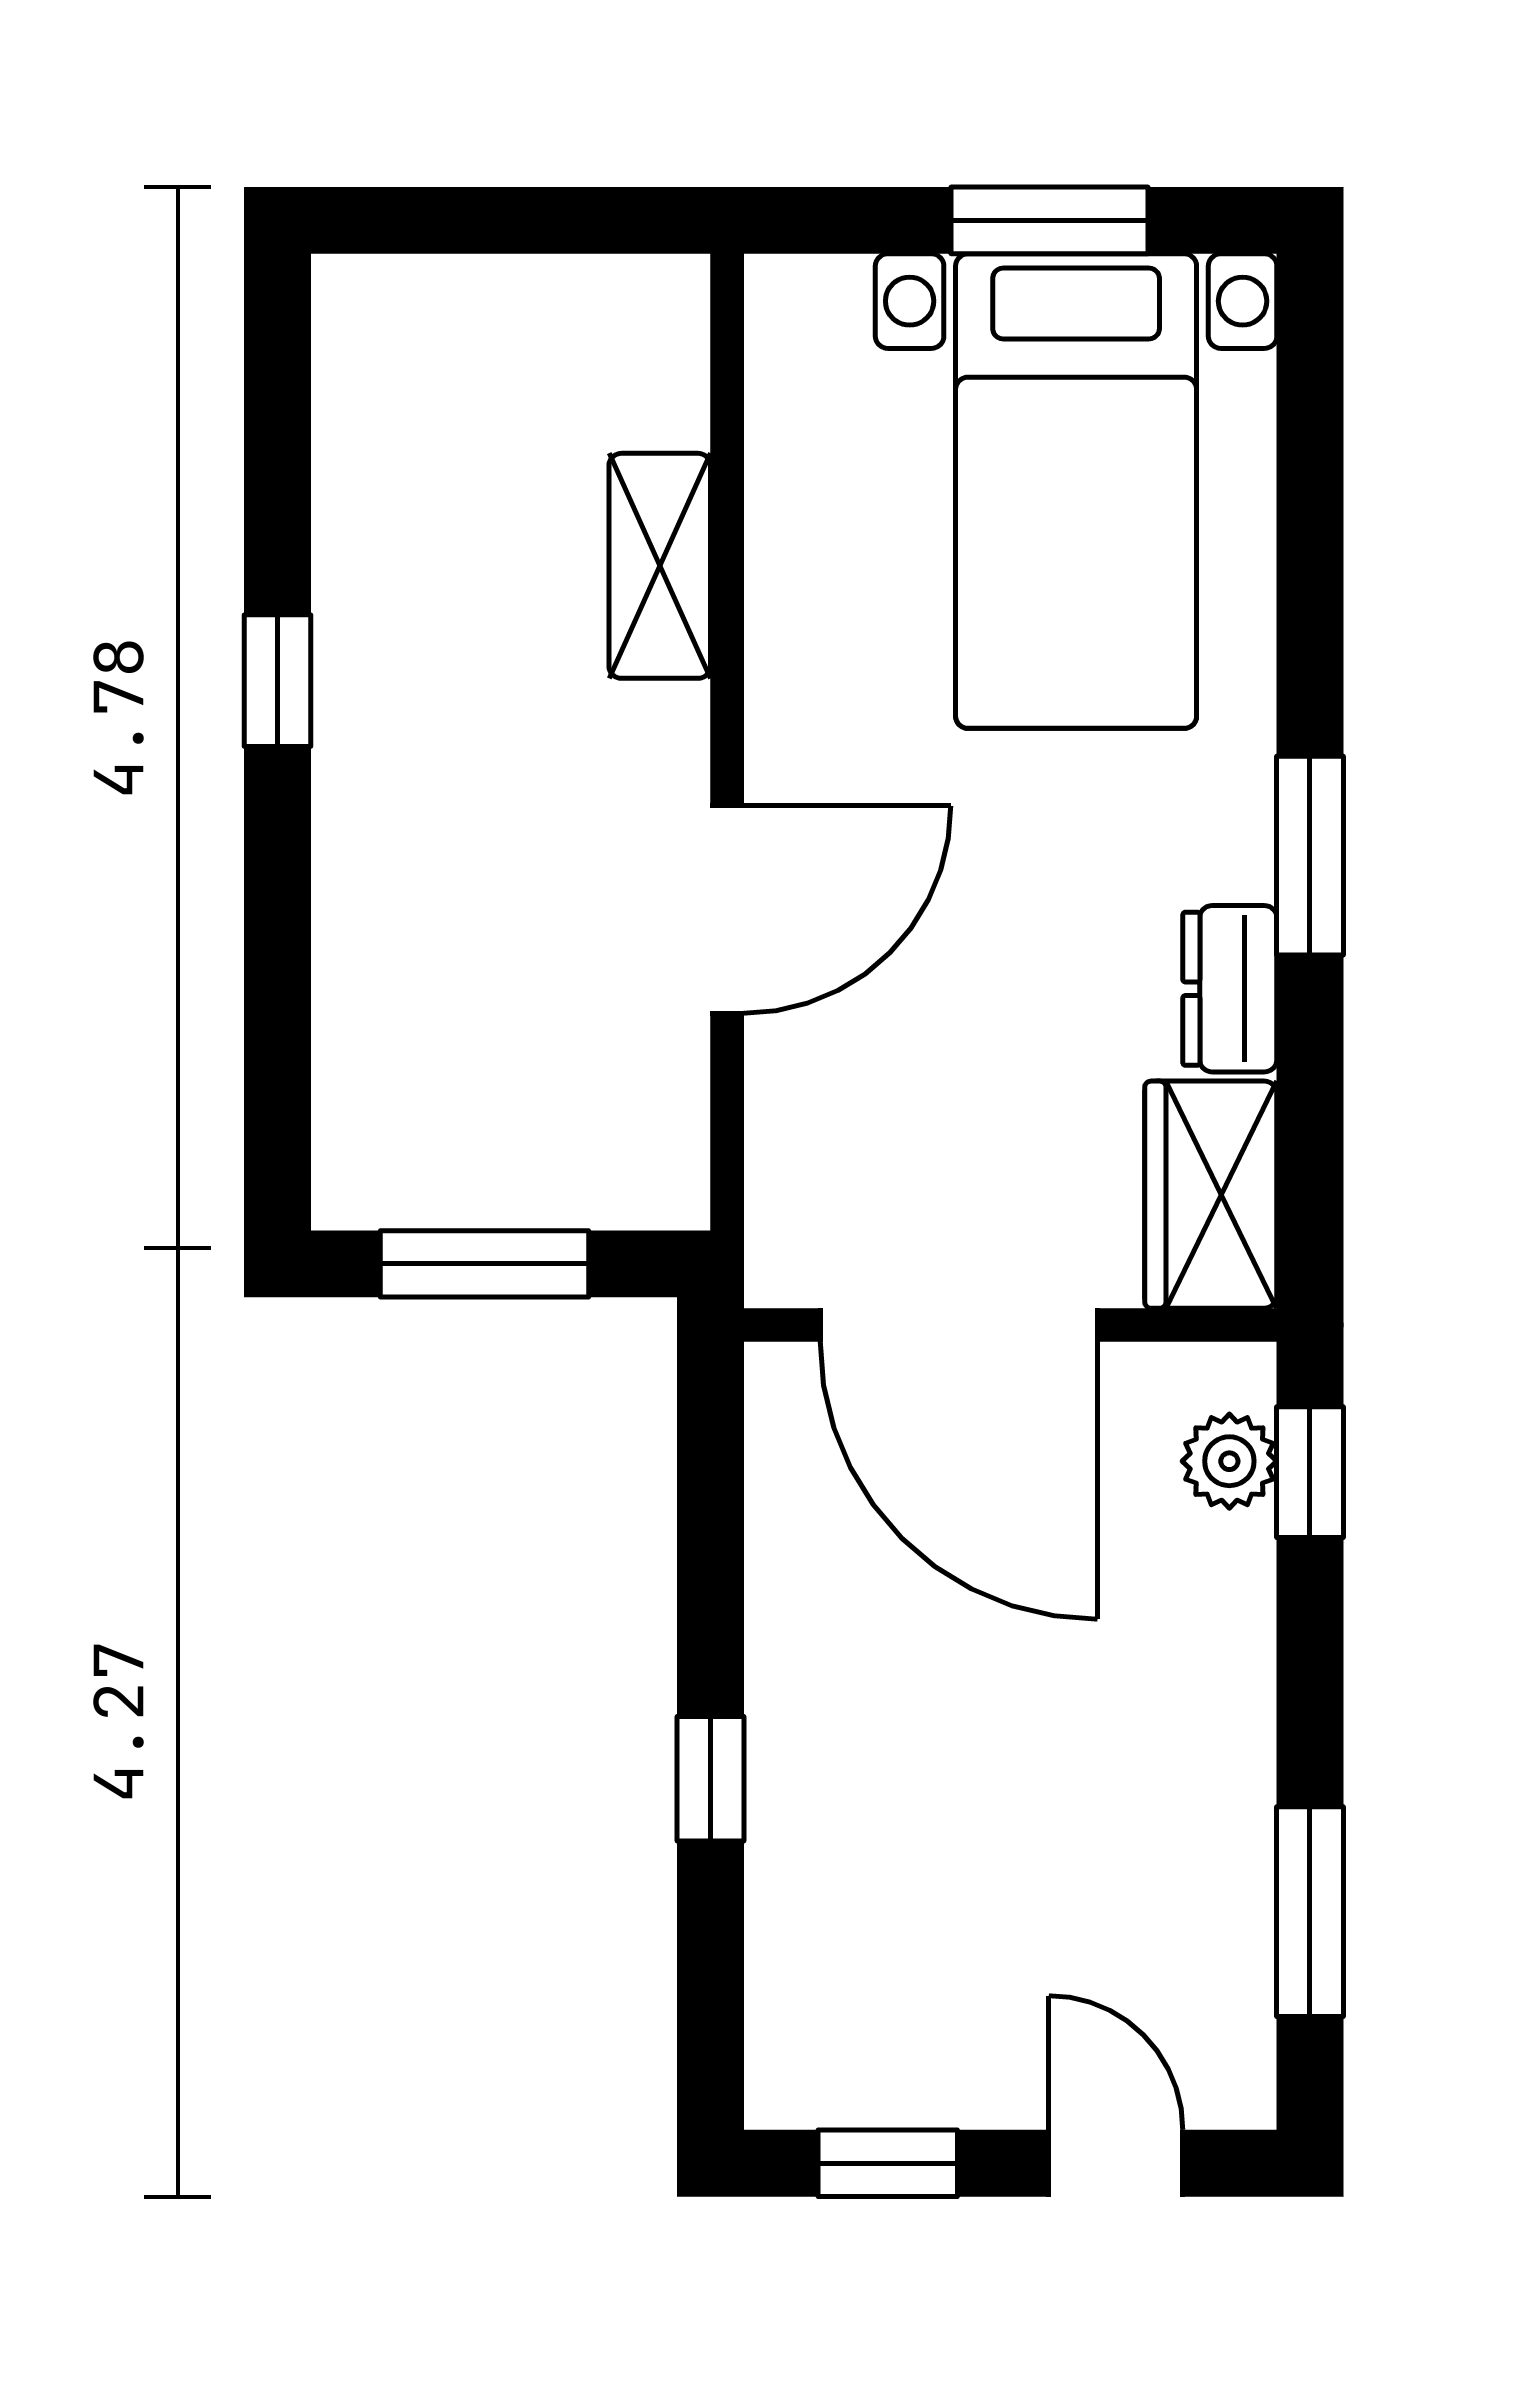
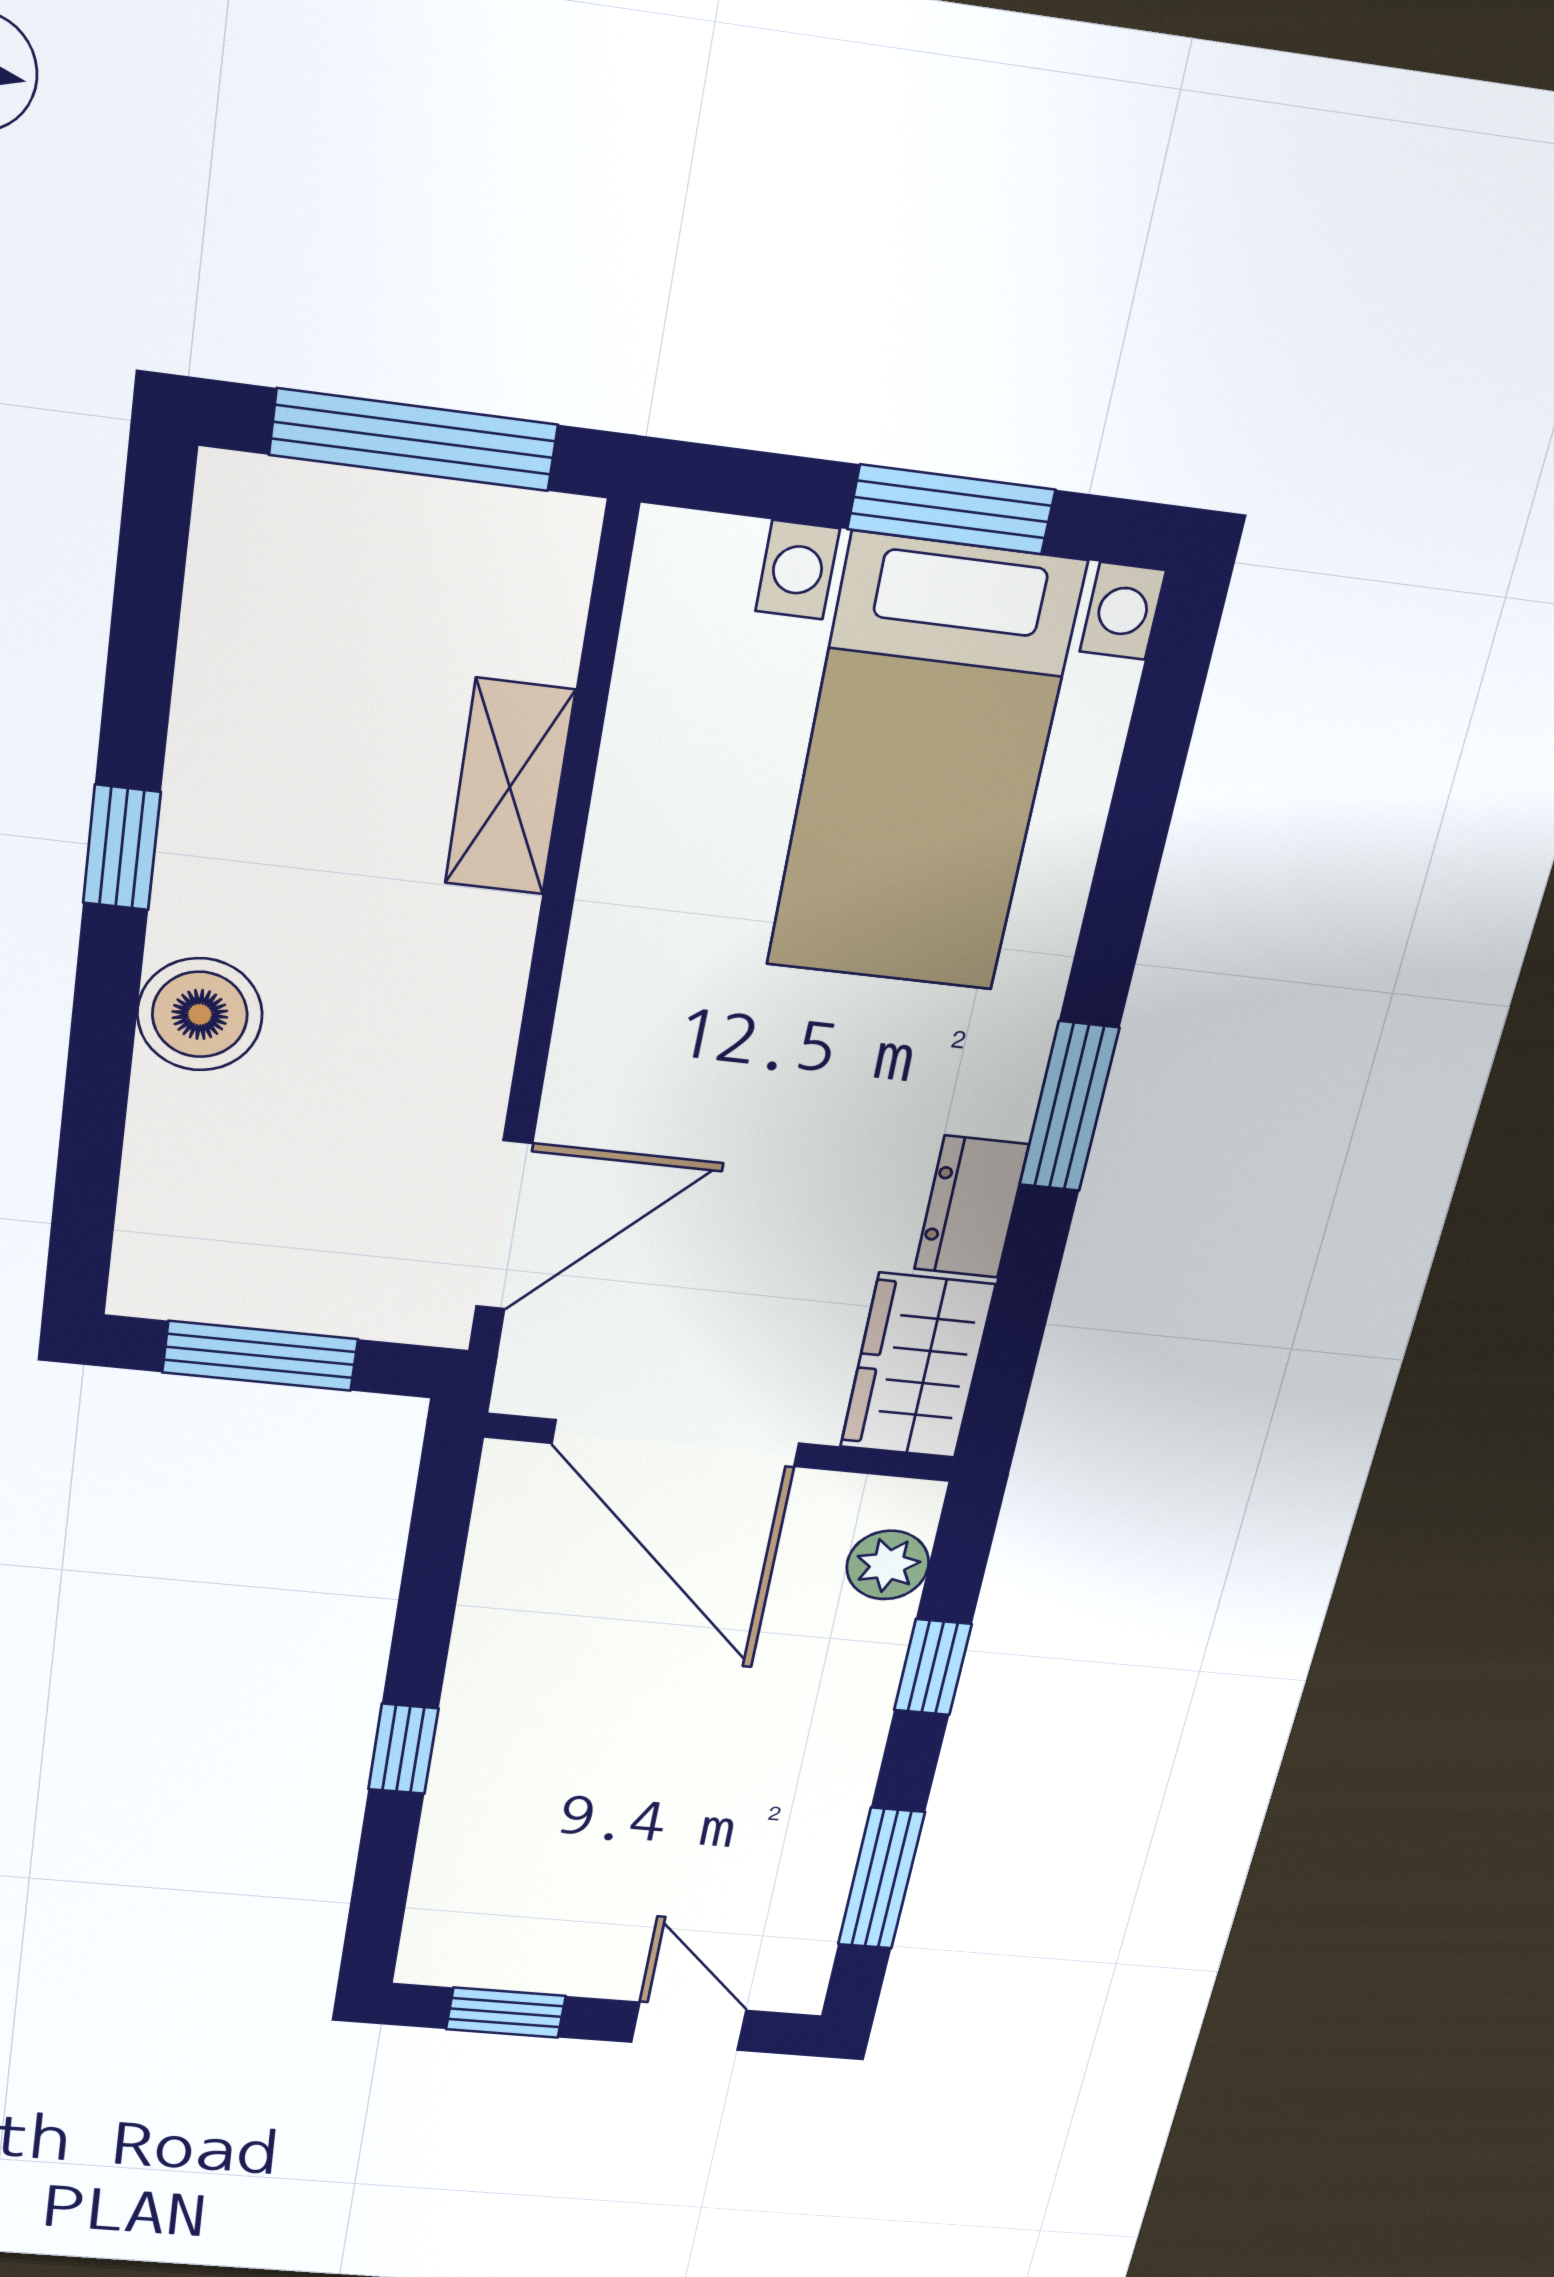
window: (515, 220) -> (414, 440), added
boiler: (376, 858) -> (200, 1014), added
door: (727, 910) -> (504, 1226), moved
window: (1310, 1472) -> (933, 1667), moved

